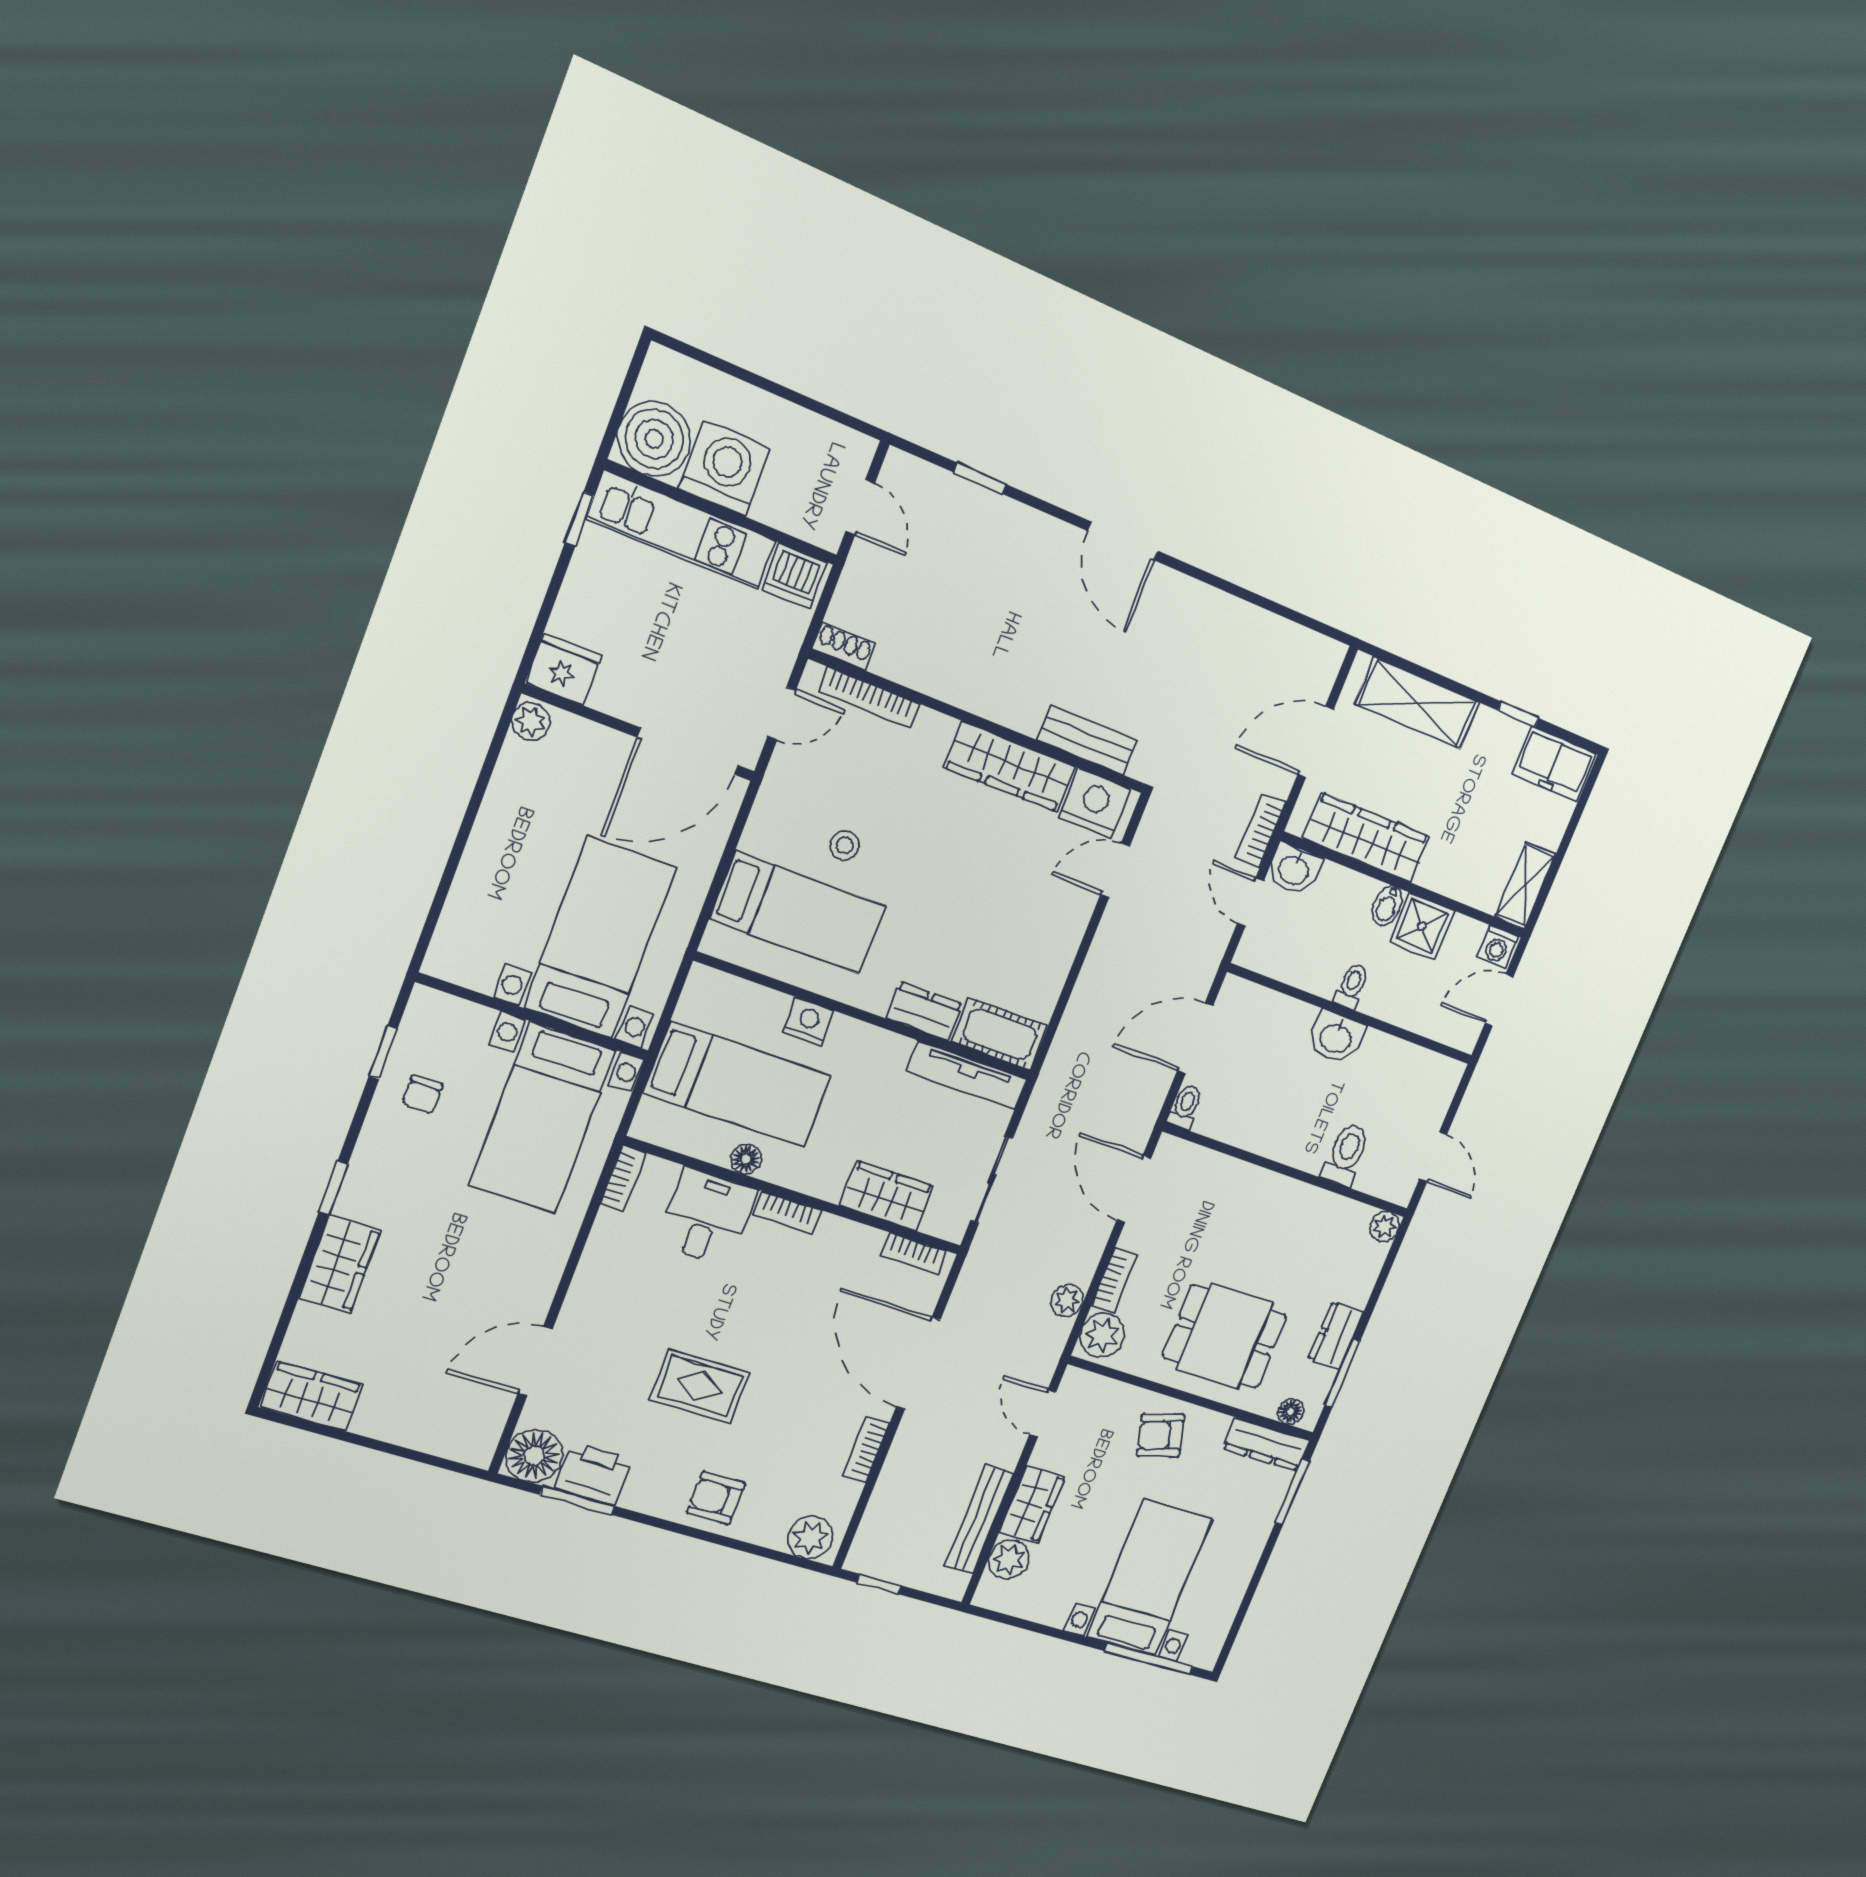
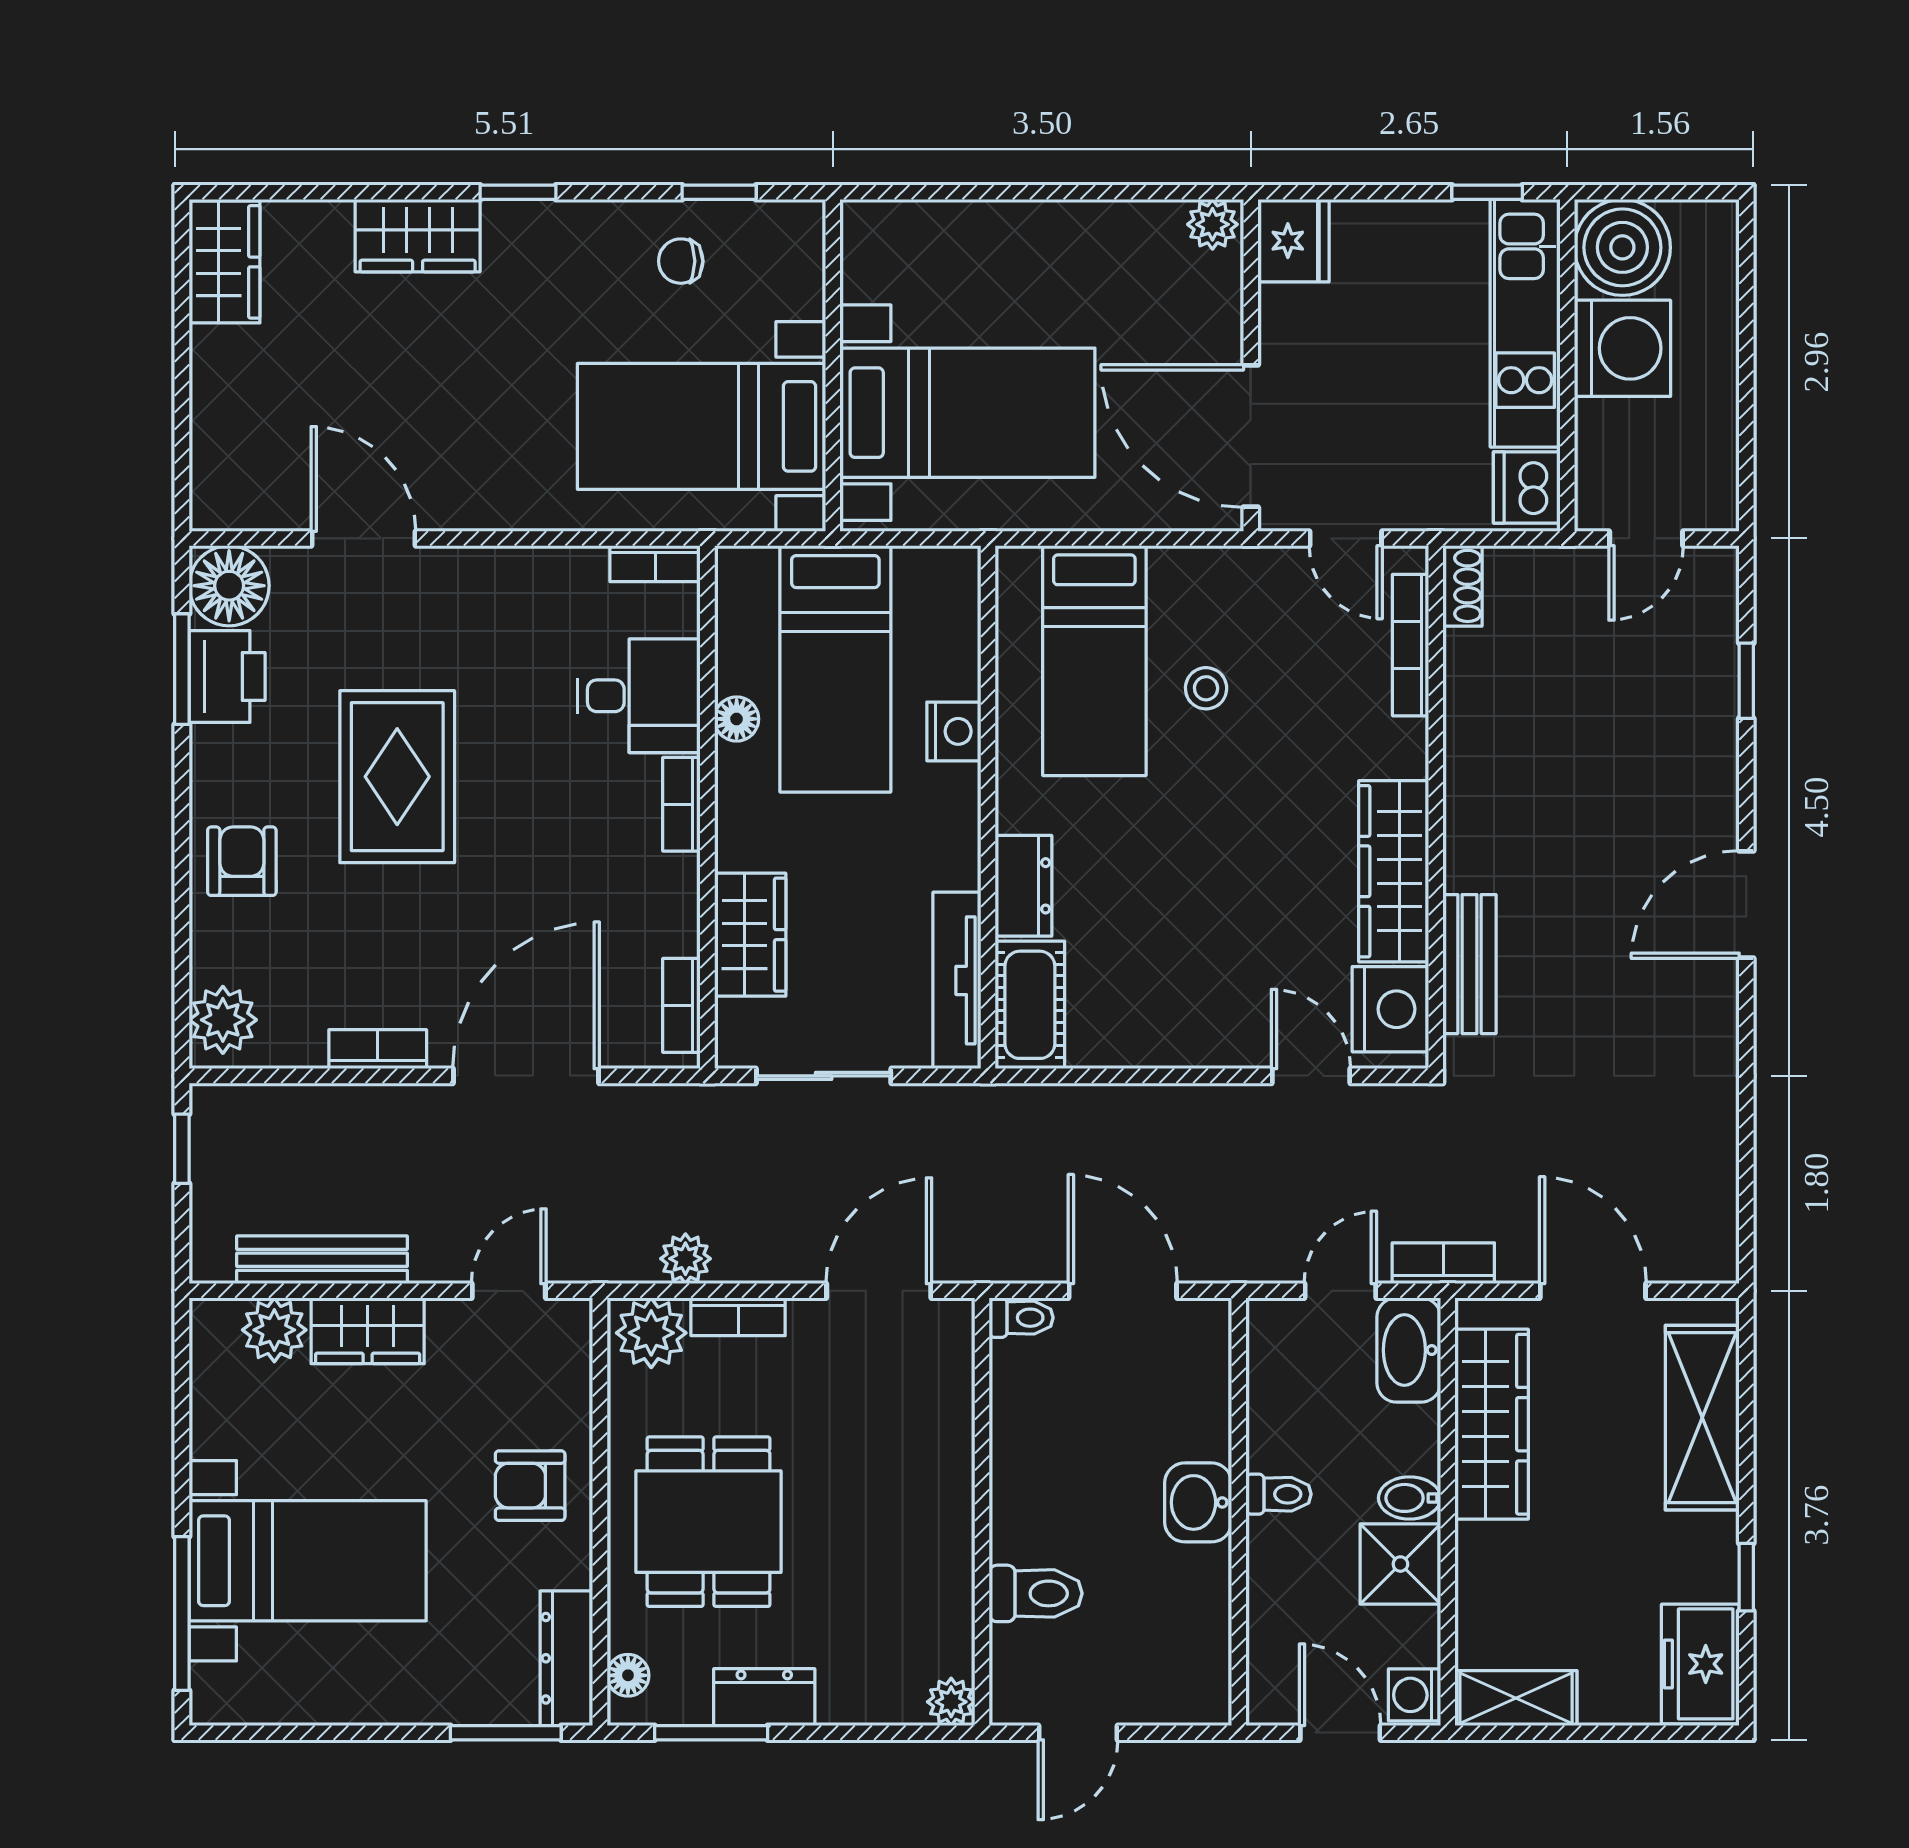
washbasin: (1294, 869) -> (1409, 1350), width x1.38
rug: (700, 1386) -> (397, 777), width x1.36, depth x1.43
armchair: (1161, 1435) -> (530, 1486), turned -74

